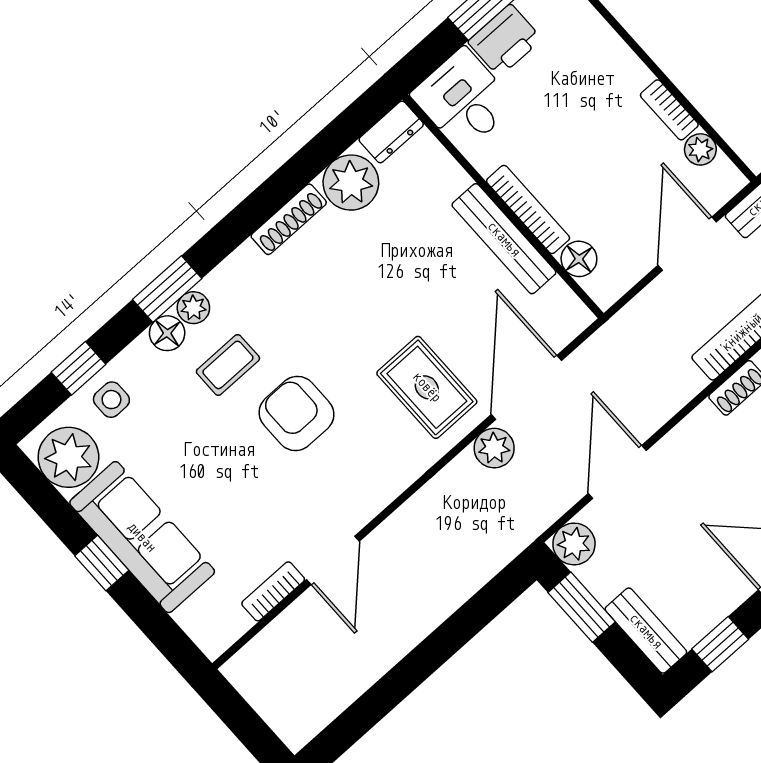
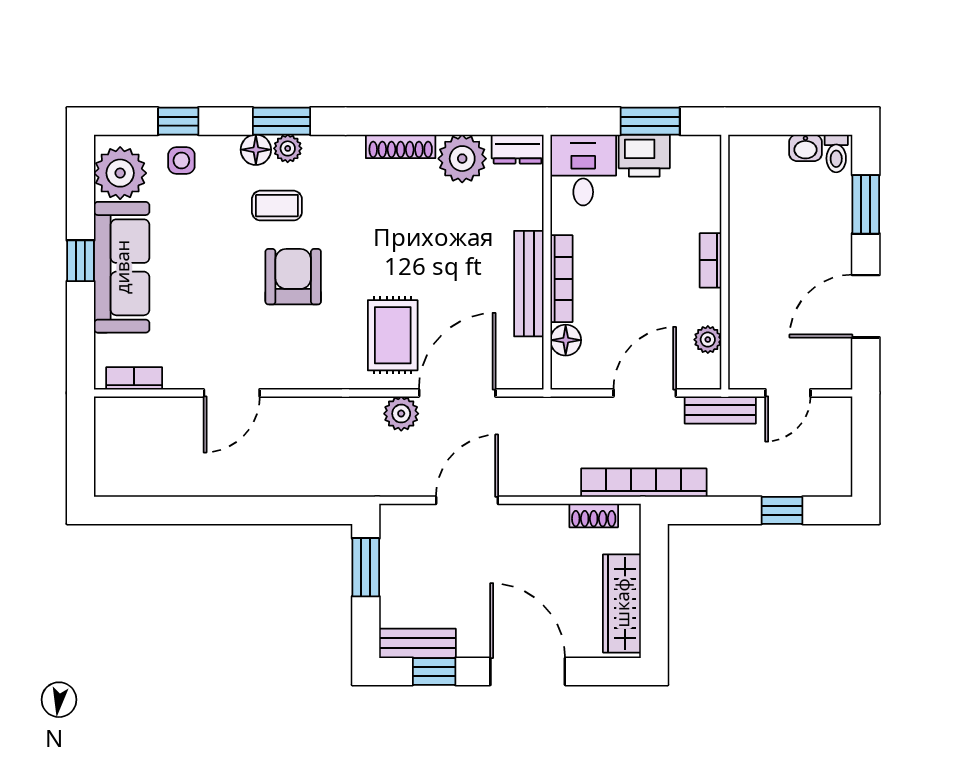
bookcase: (669, 110) -> (711, 260), moved
plant: (574, 544) -> (397, 522), removed
bookcase: (273, 591) -> (134, 378), moved
bench: (646, 631) -> (418, 643), moved, turned 90

